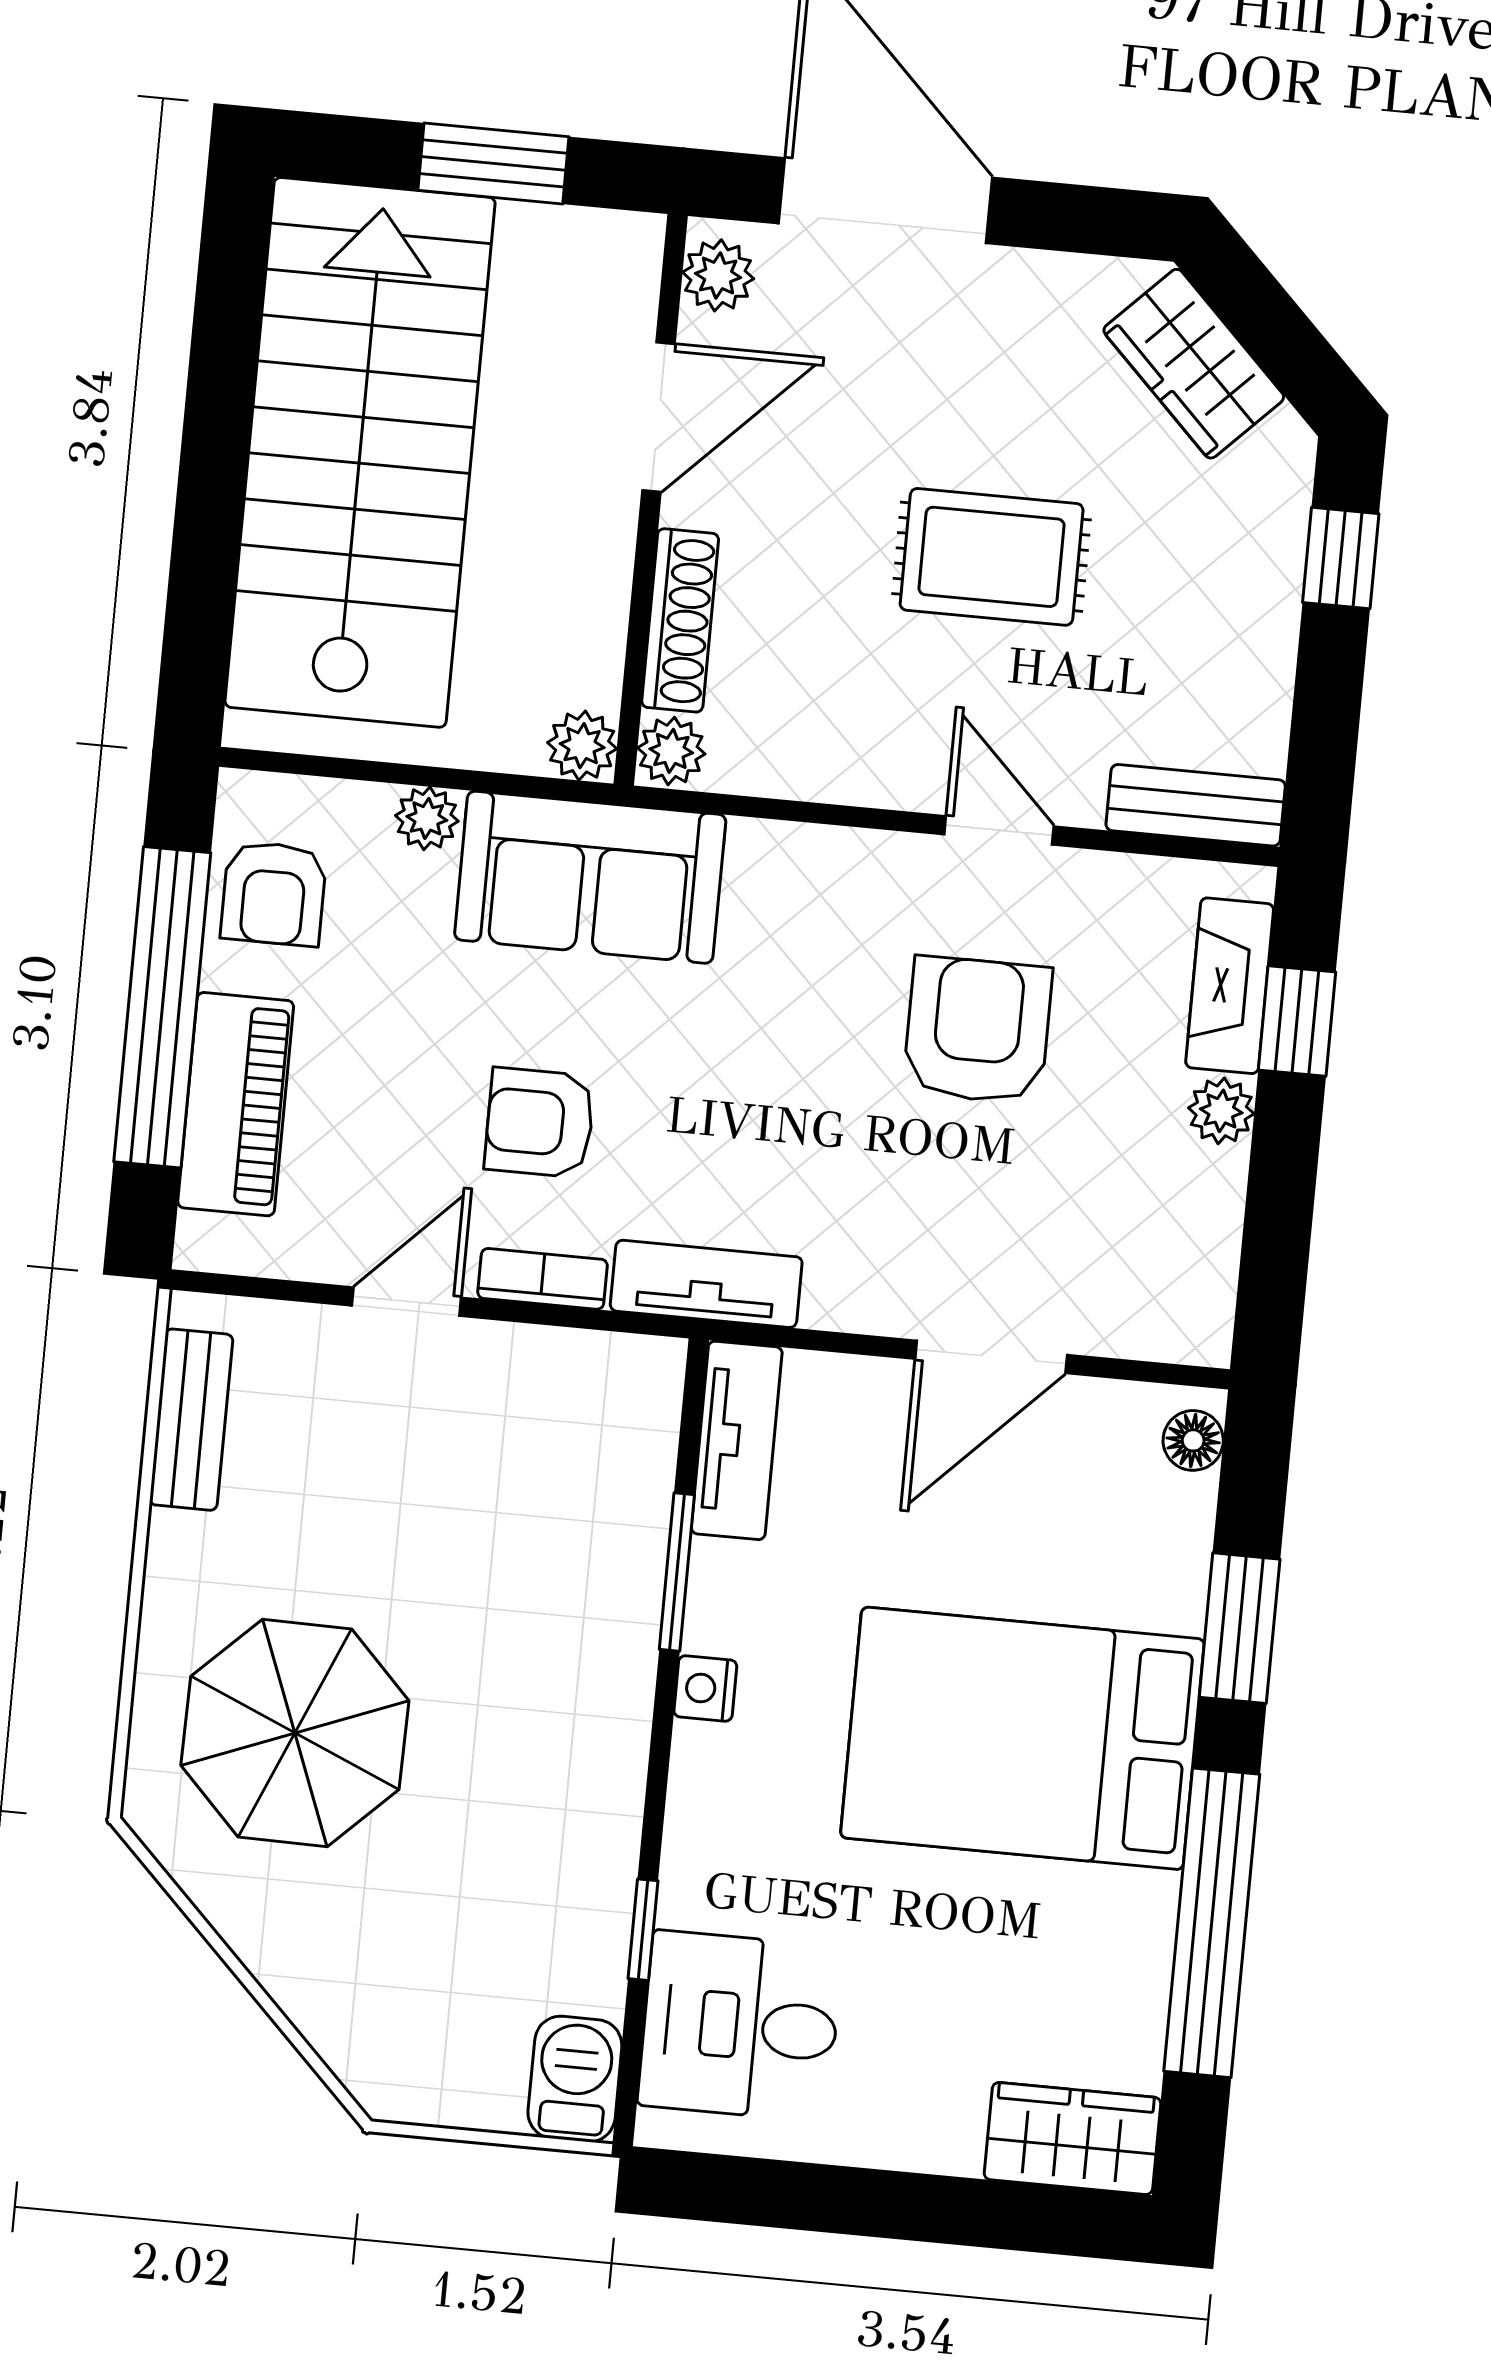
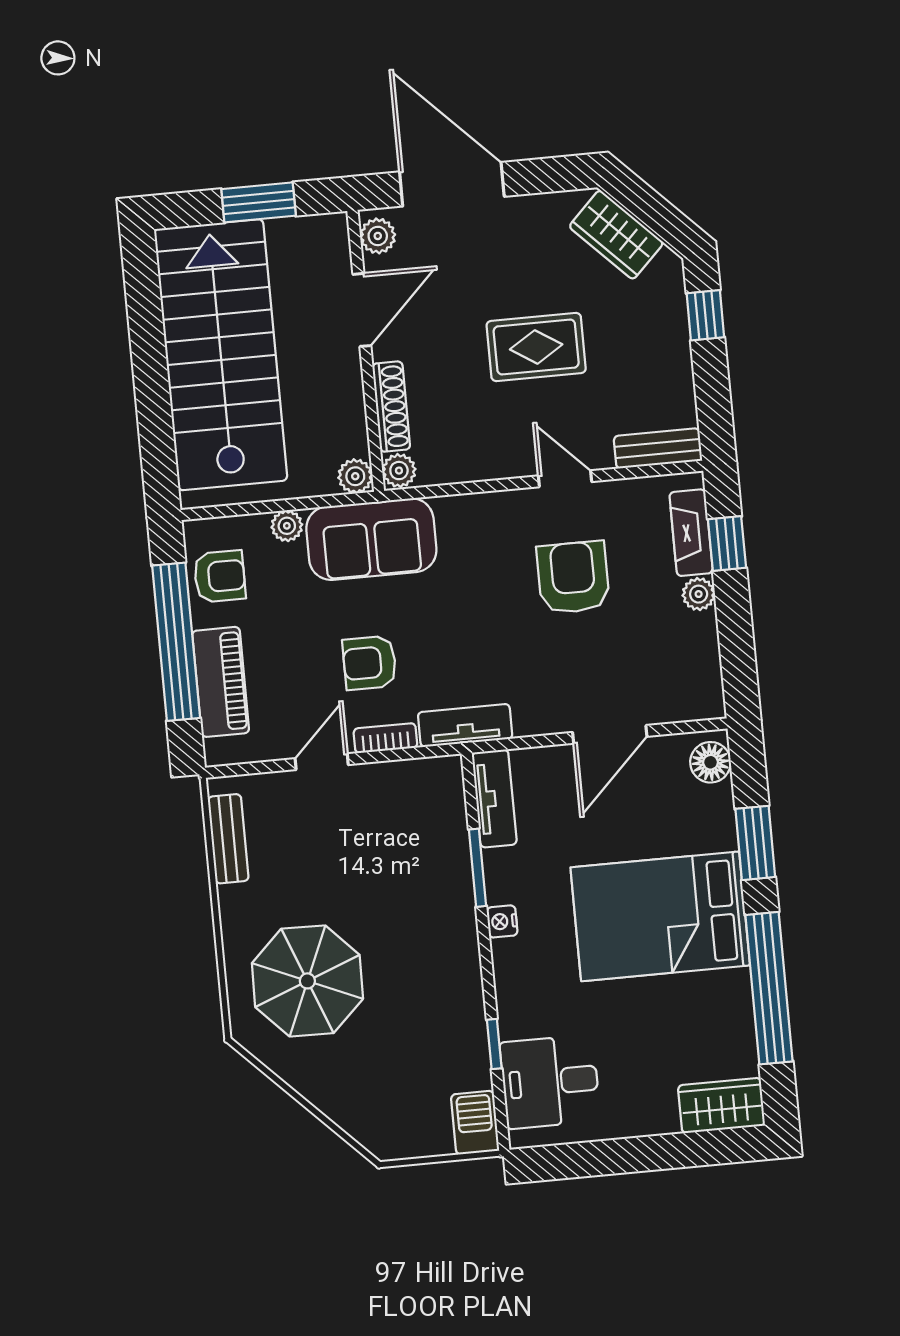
armchair: (274, 894) -> (220, 576), turned -90
floor lamp: (1193, 1440) -> (710, 762), width x1.37, depth x1.37

